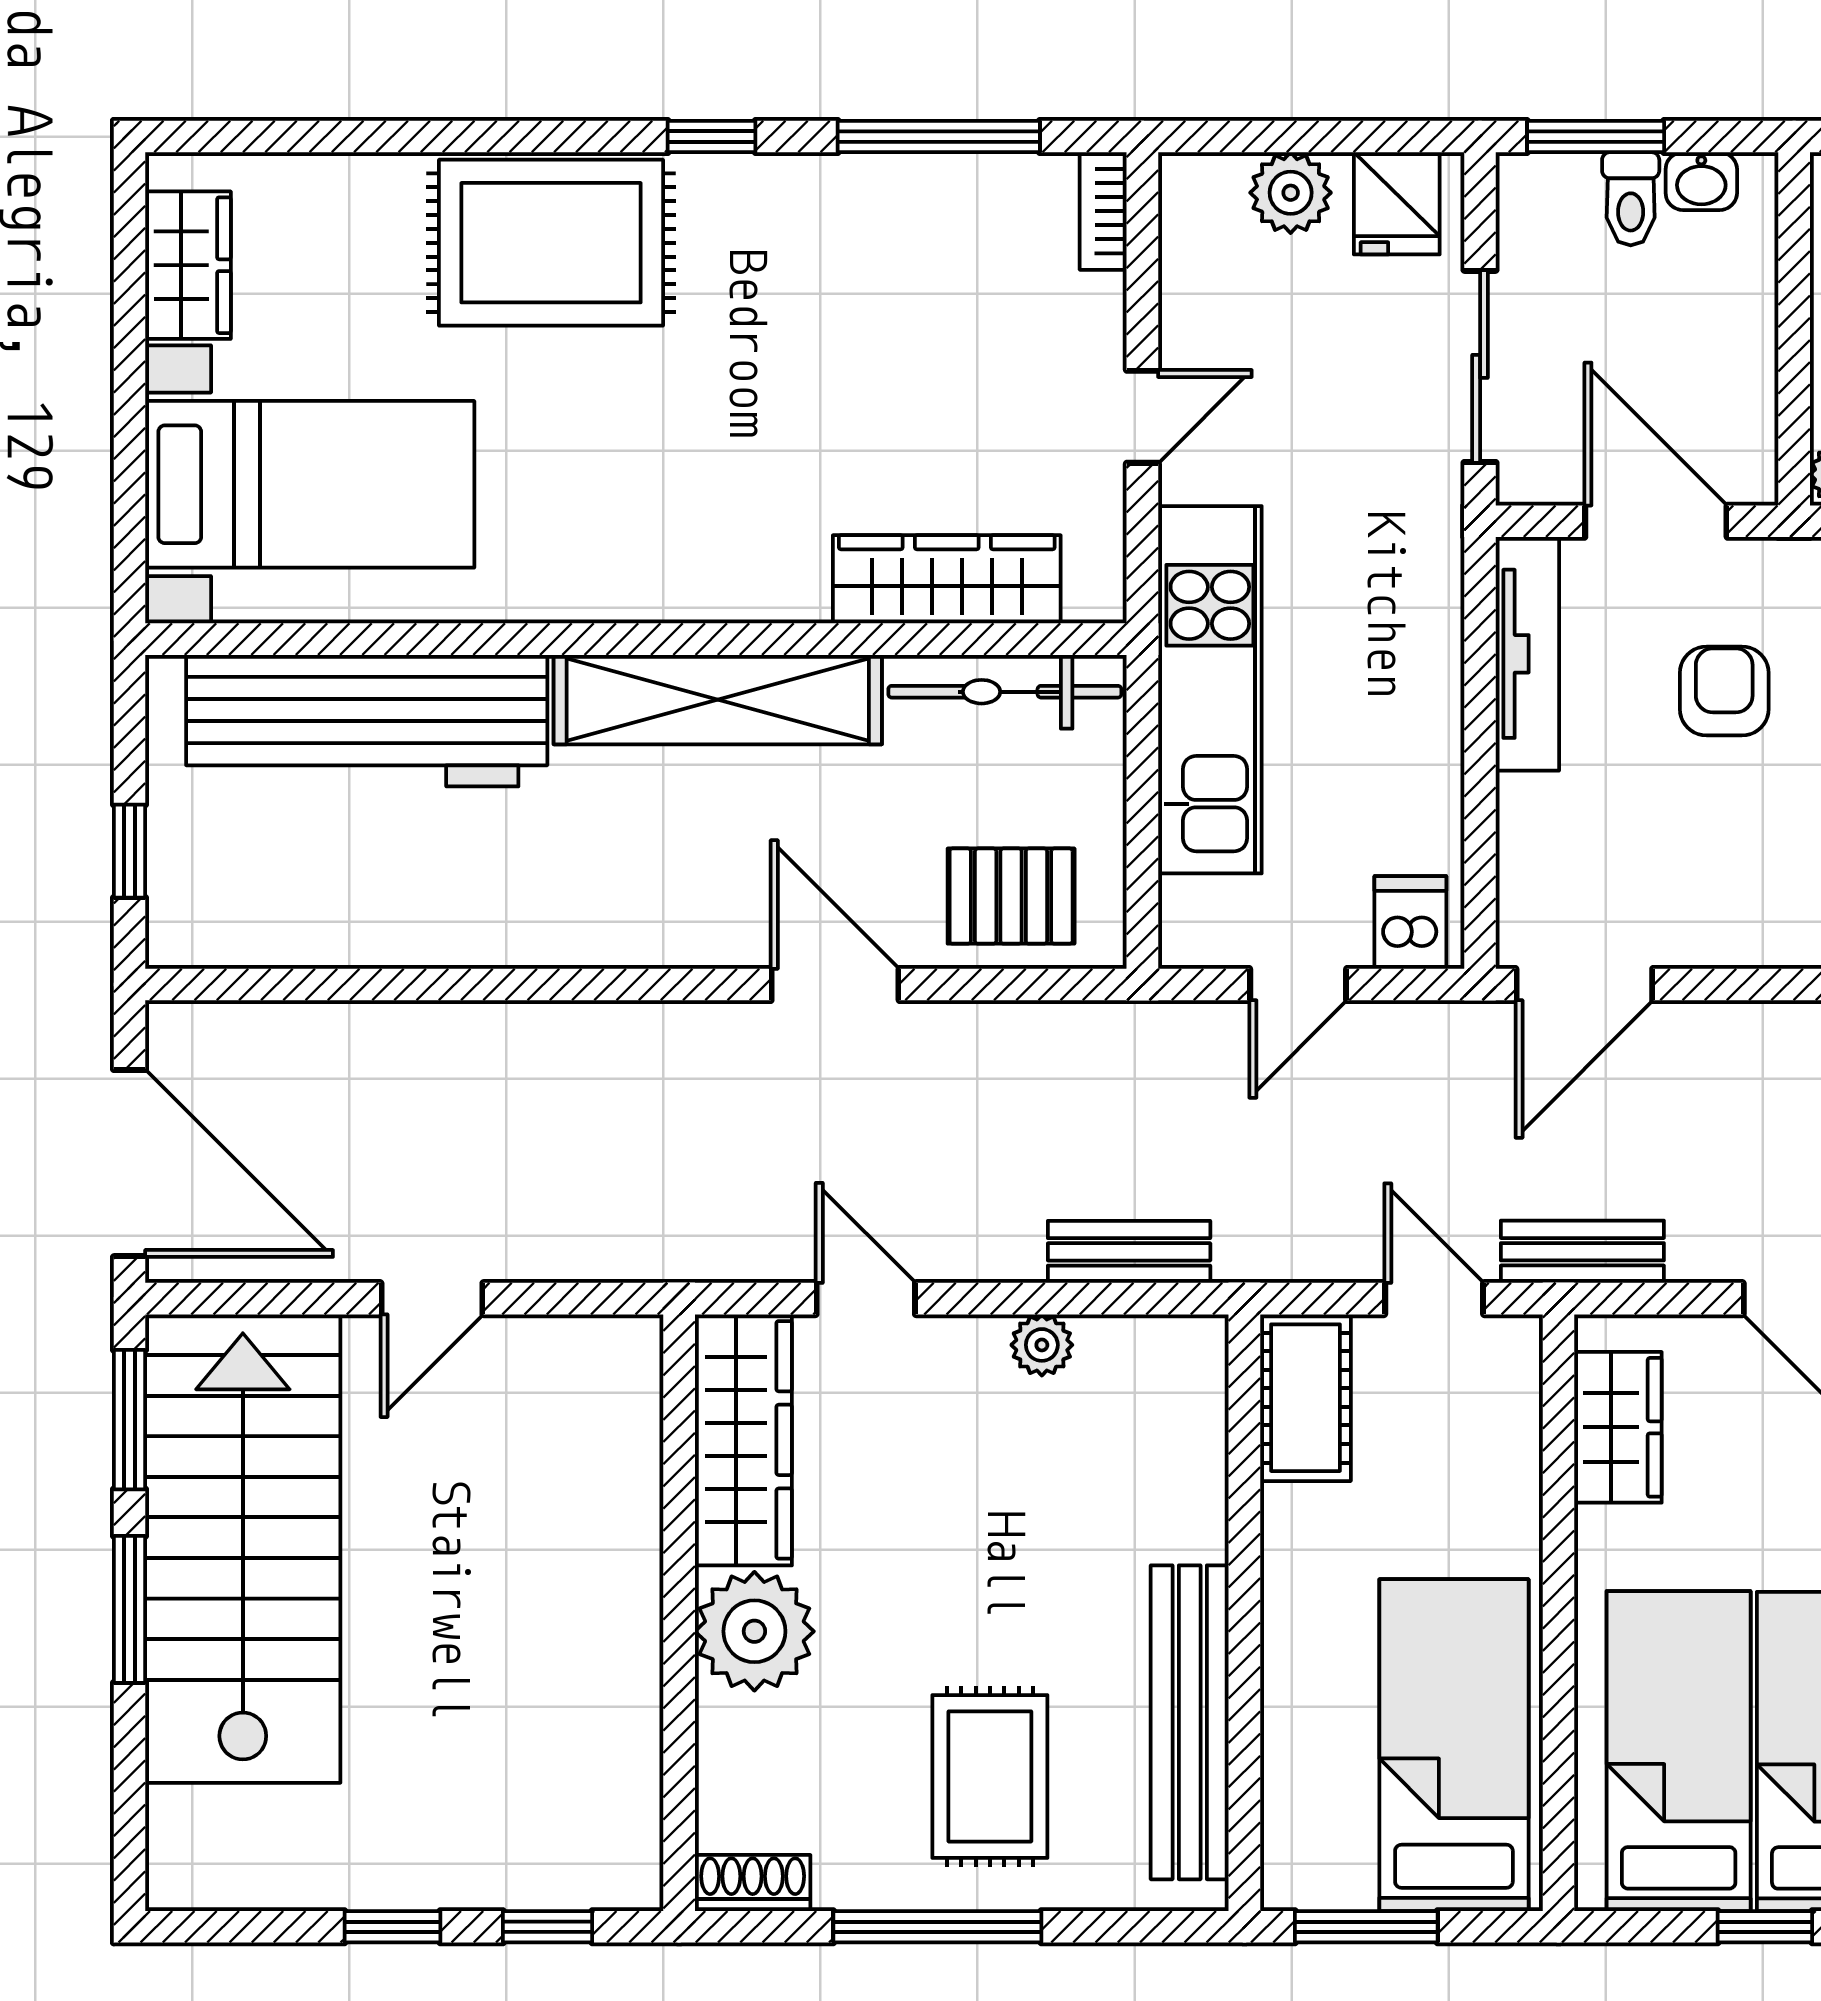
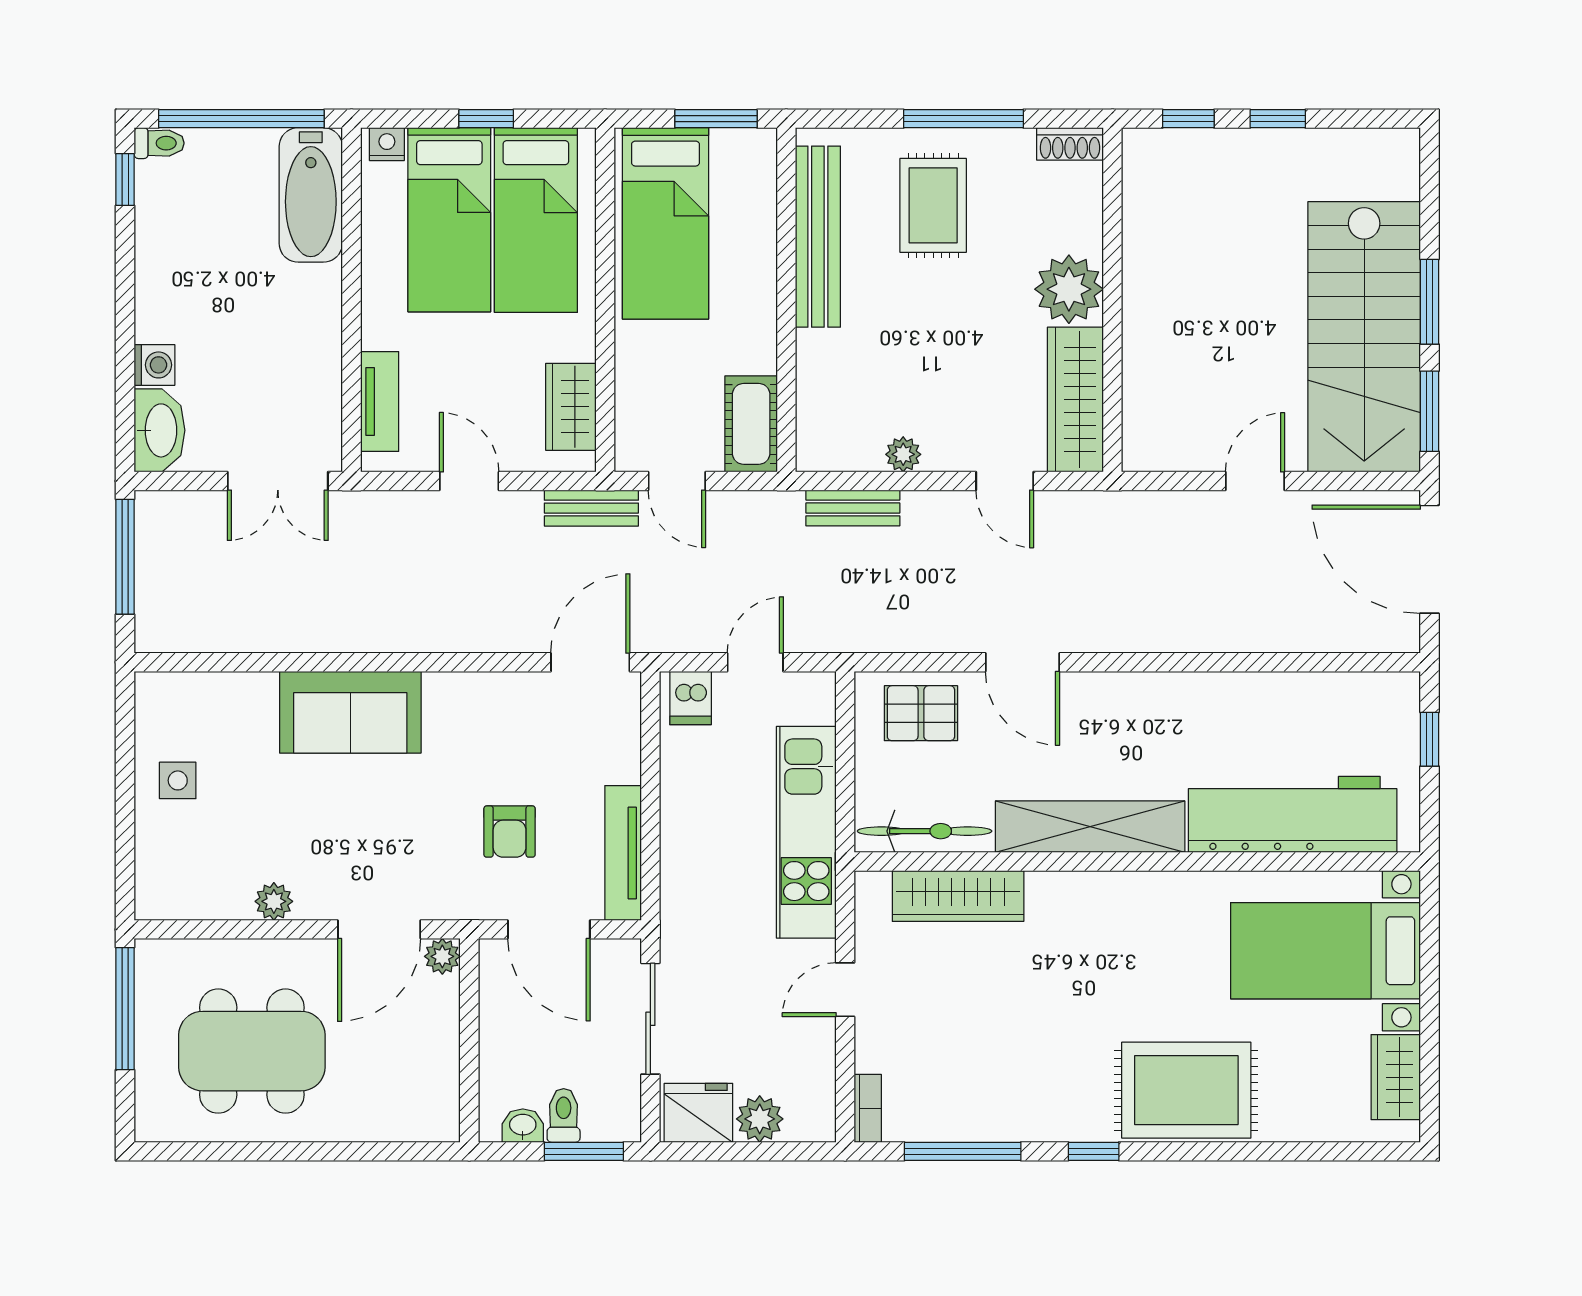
fridge: (1397, 203) -> (698, 1113), width x1.38

